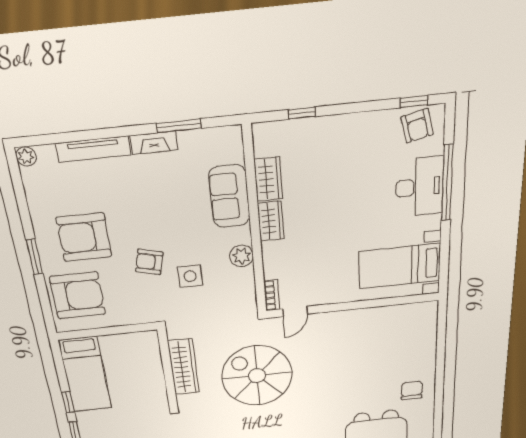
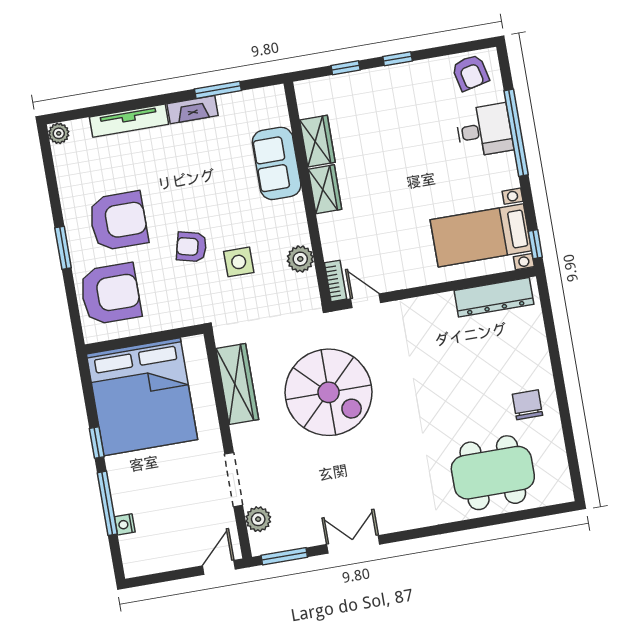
window: (414, 101) -> (398, 59), moved
desk: (419, 187) -> (484, 130), width x0.73
armchair: (84, 237) -> (118, 221), turned 180
plant: (241, 256) -> (300, 259), moved
window: (444, 276) -> (535, 244), added
door: (295, 311) -> (366, 301), swing flipped
dresser: (401, 314) -> (494, 297), added
bed: (85, 375) -> (142, 397), width x2.04
spiral stairs: (257, 376) -> (329, 392), turned 180

